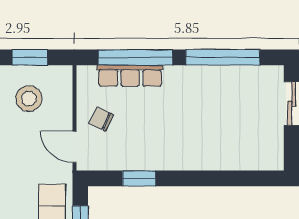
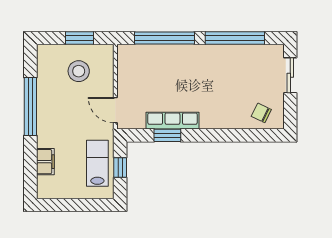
row of seats: (130, 76) -> (172, 121), moved, turned 180
chair: (101, 119) -> (261, 113), moved

